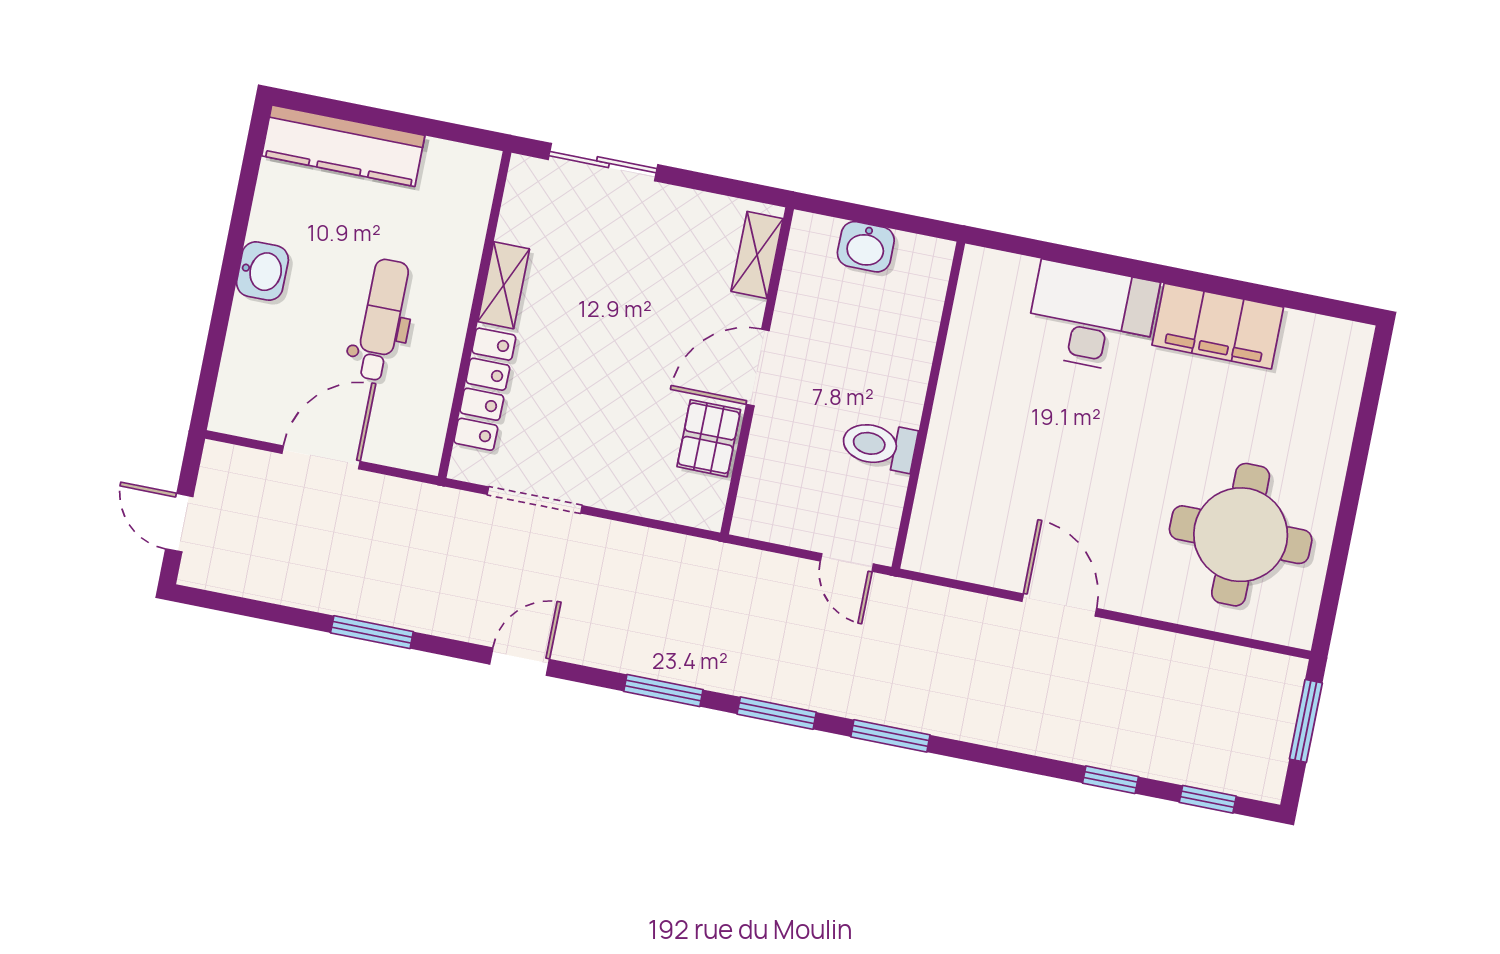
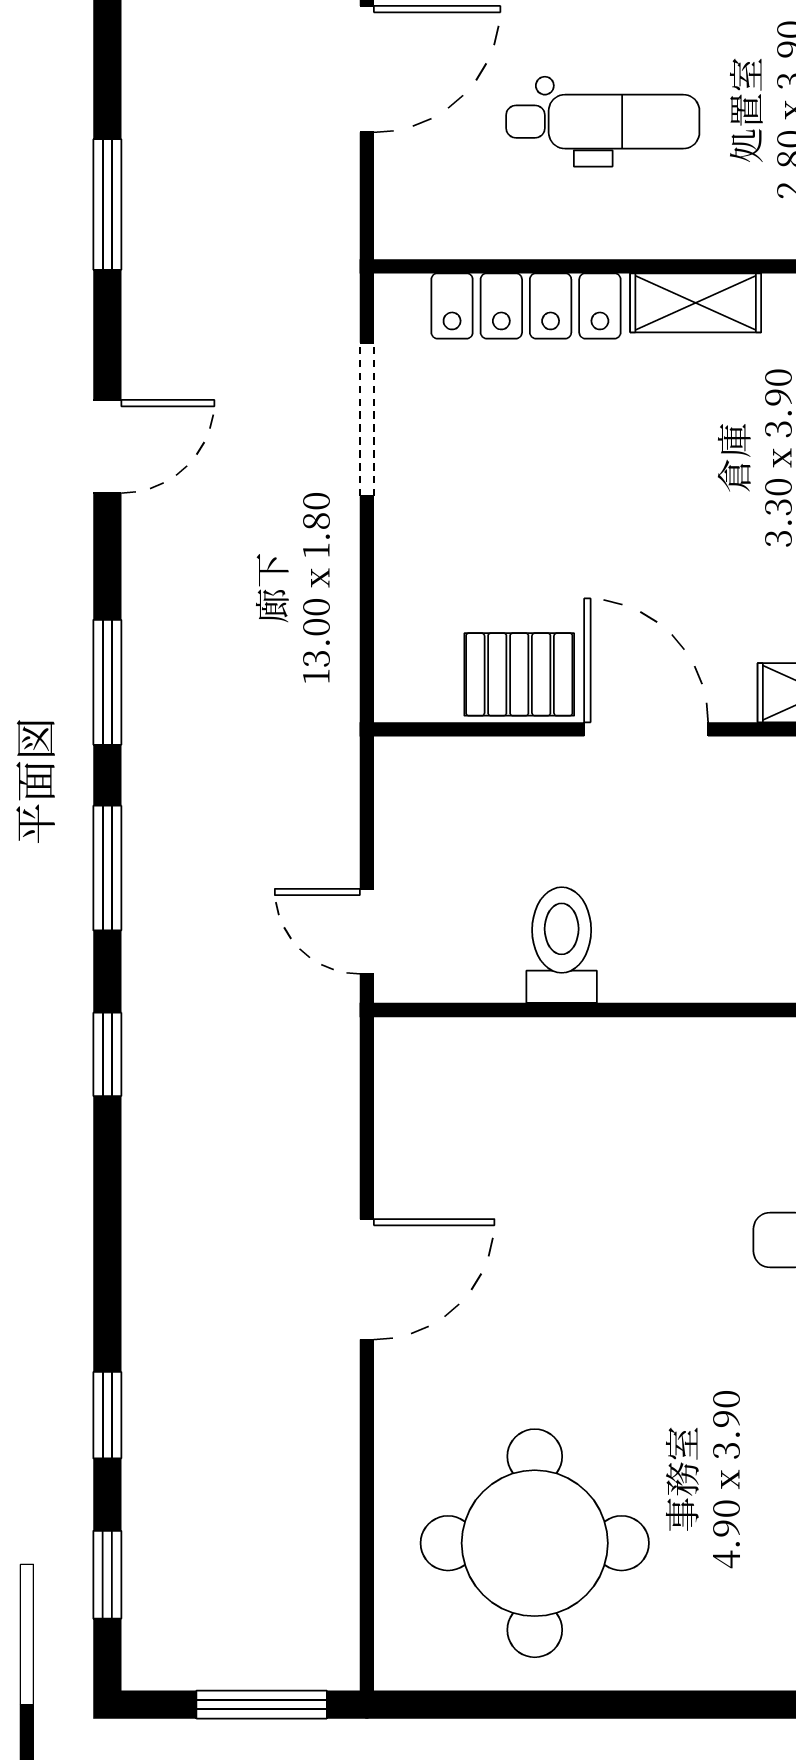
door: (321, 457) -> (367, 69), hinge flipped
door: (847, 562) -> (367, 931), hinge flipped
door: (520, 662) -> (107, 447), hinge flipped
window: (890, 736) -> (107, 1054), width x0.67

